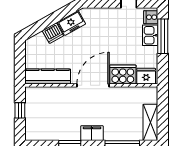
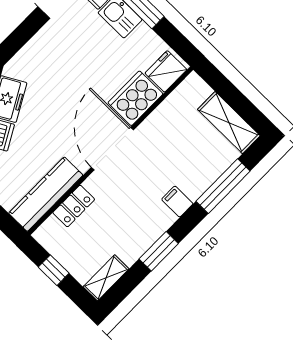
locker: (54, 93) -> (74, 206), added
filing cabinet: (92, 133) -> (177, 202), width x0.50
shelving: (38, 135) -> (106, 278), added

